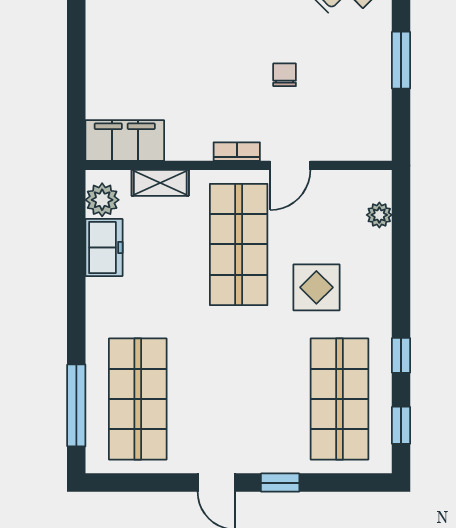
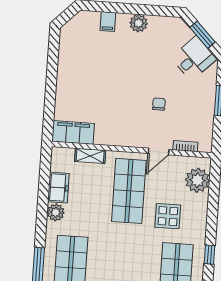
bookcase: (237, 152) -> (185, 146), moved
plant: (102, 200) -> (56, 212), moved
plant: (379, 215) -> (197, 180), width x1.87, depth x1.87

